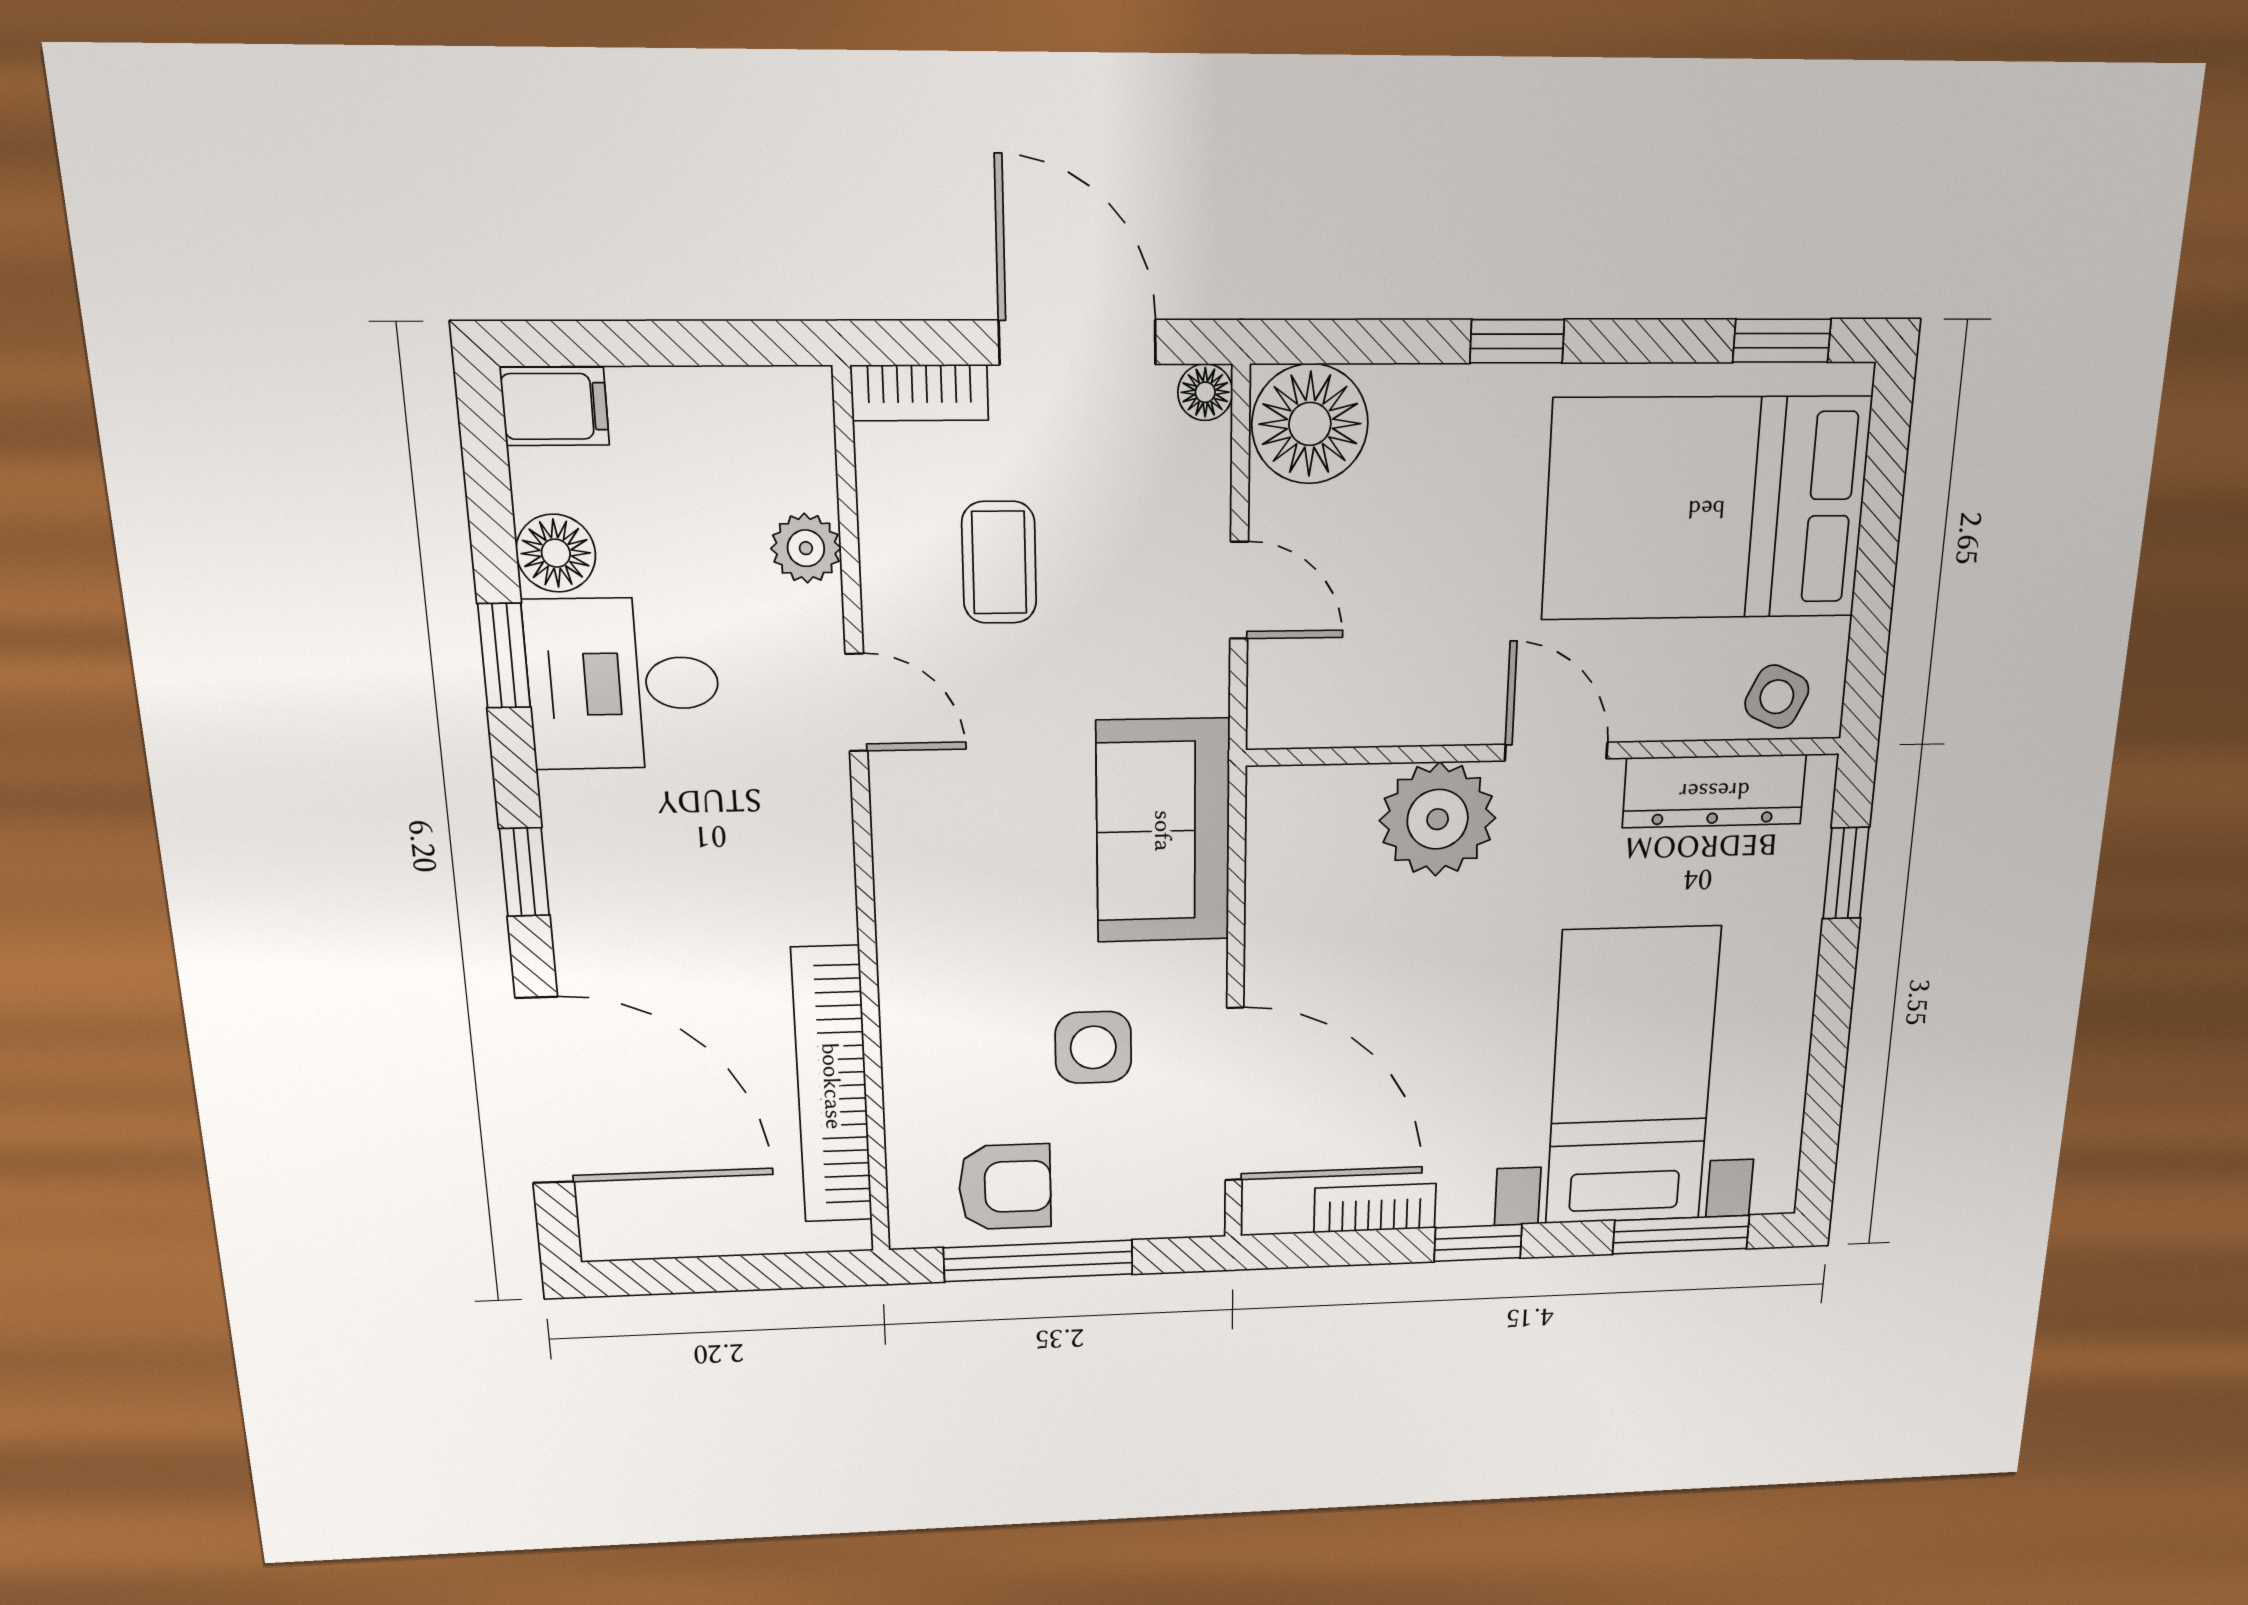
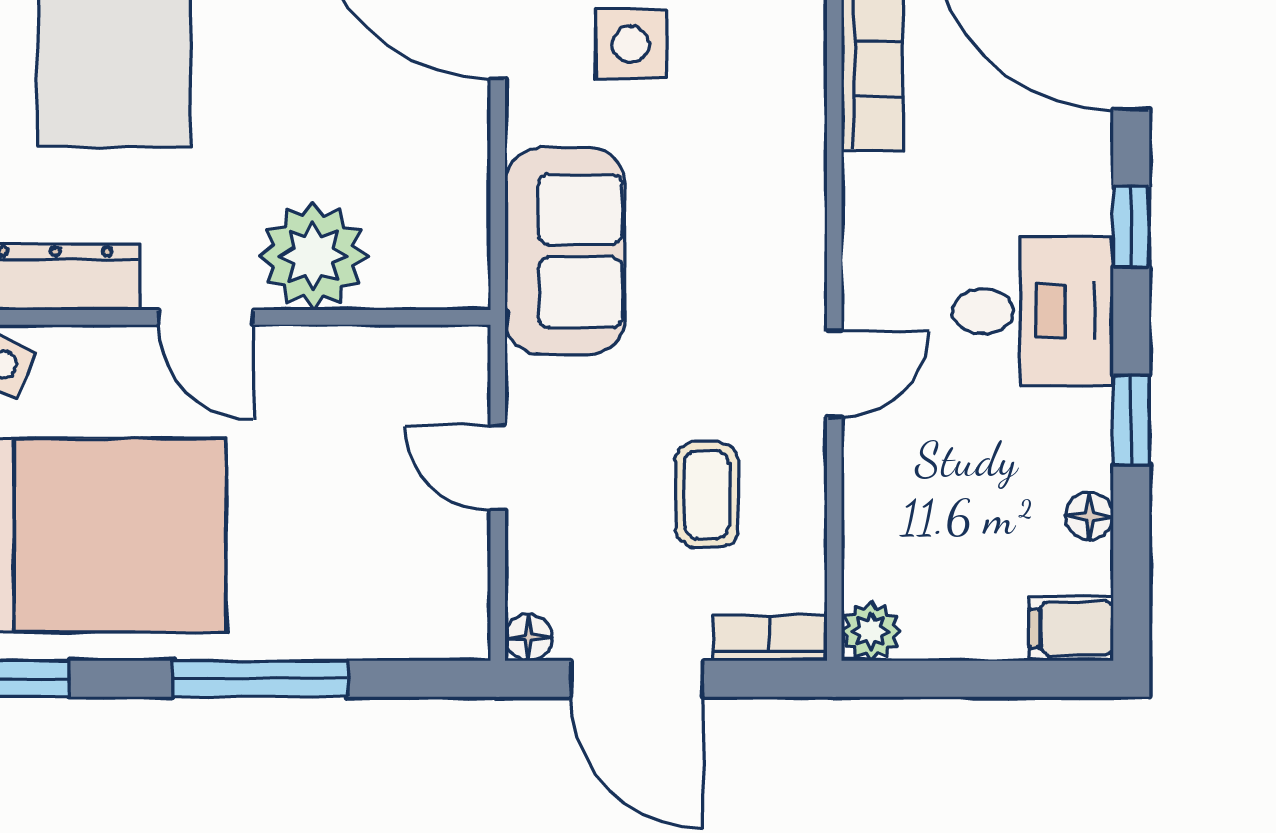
window: (1517, 341) -> (260, 679), width x2.17
floor lamp: (1310, 424) -> (438, 611), removed
plant: (806, 548) -> (871, 631), moved
floor lamp: (556, 553) -> (1089, 516), width x0.73, depth x0.73
desk: (623, 684) -> (1033, 311), moved
door: (856, 703) -> (834, 374), swing flipped

